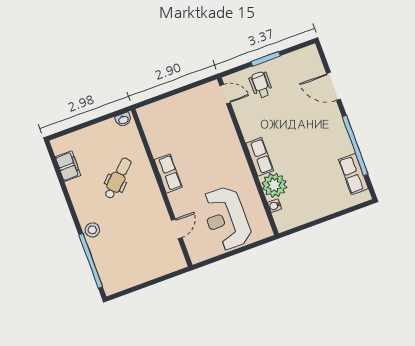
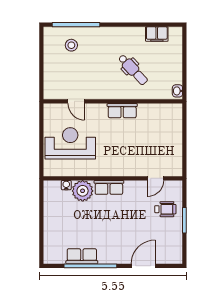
door: (225, 94) -> (156, 178), moved
row of seats: (353, 174) -> (82, 256), moved
stool: (92, 230) -> (71, 45), moved

